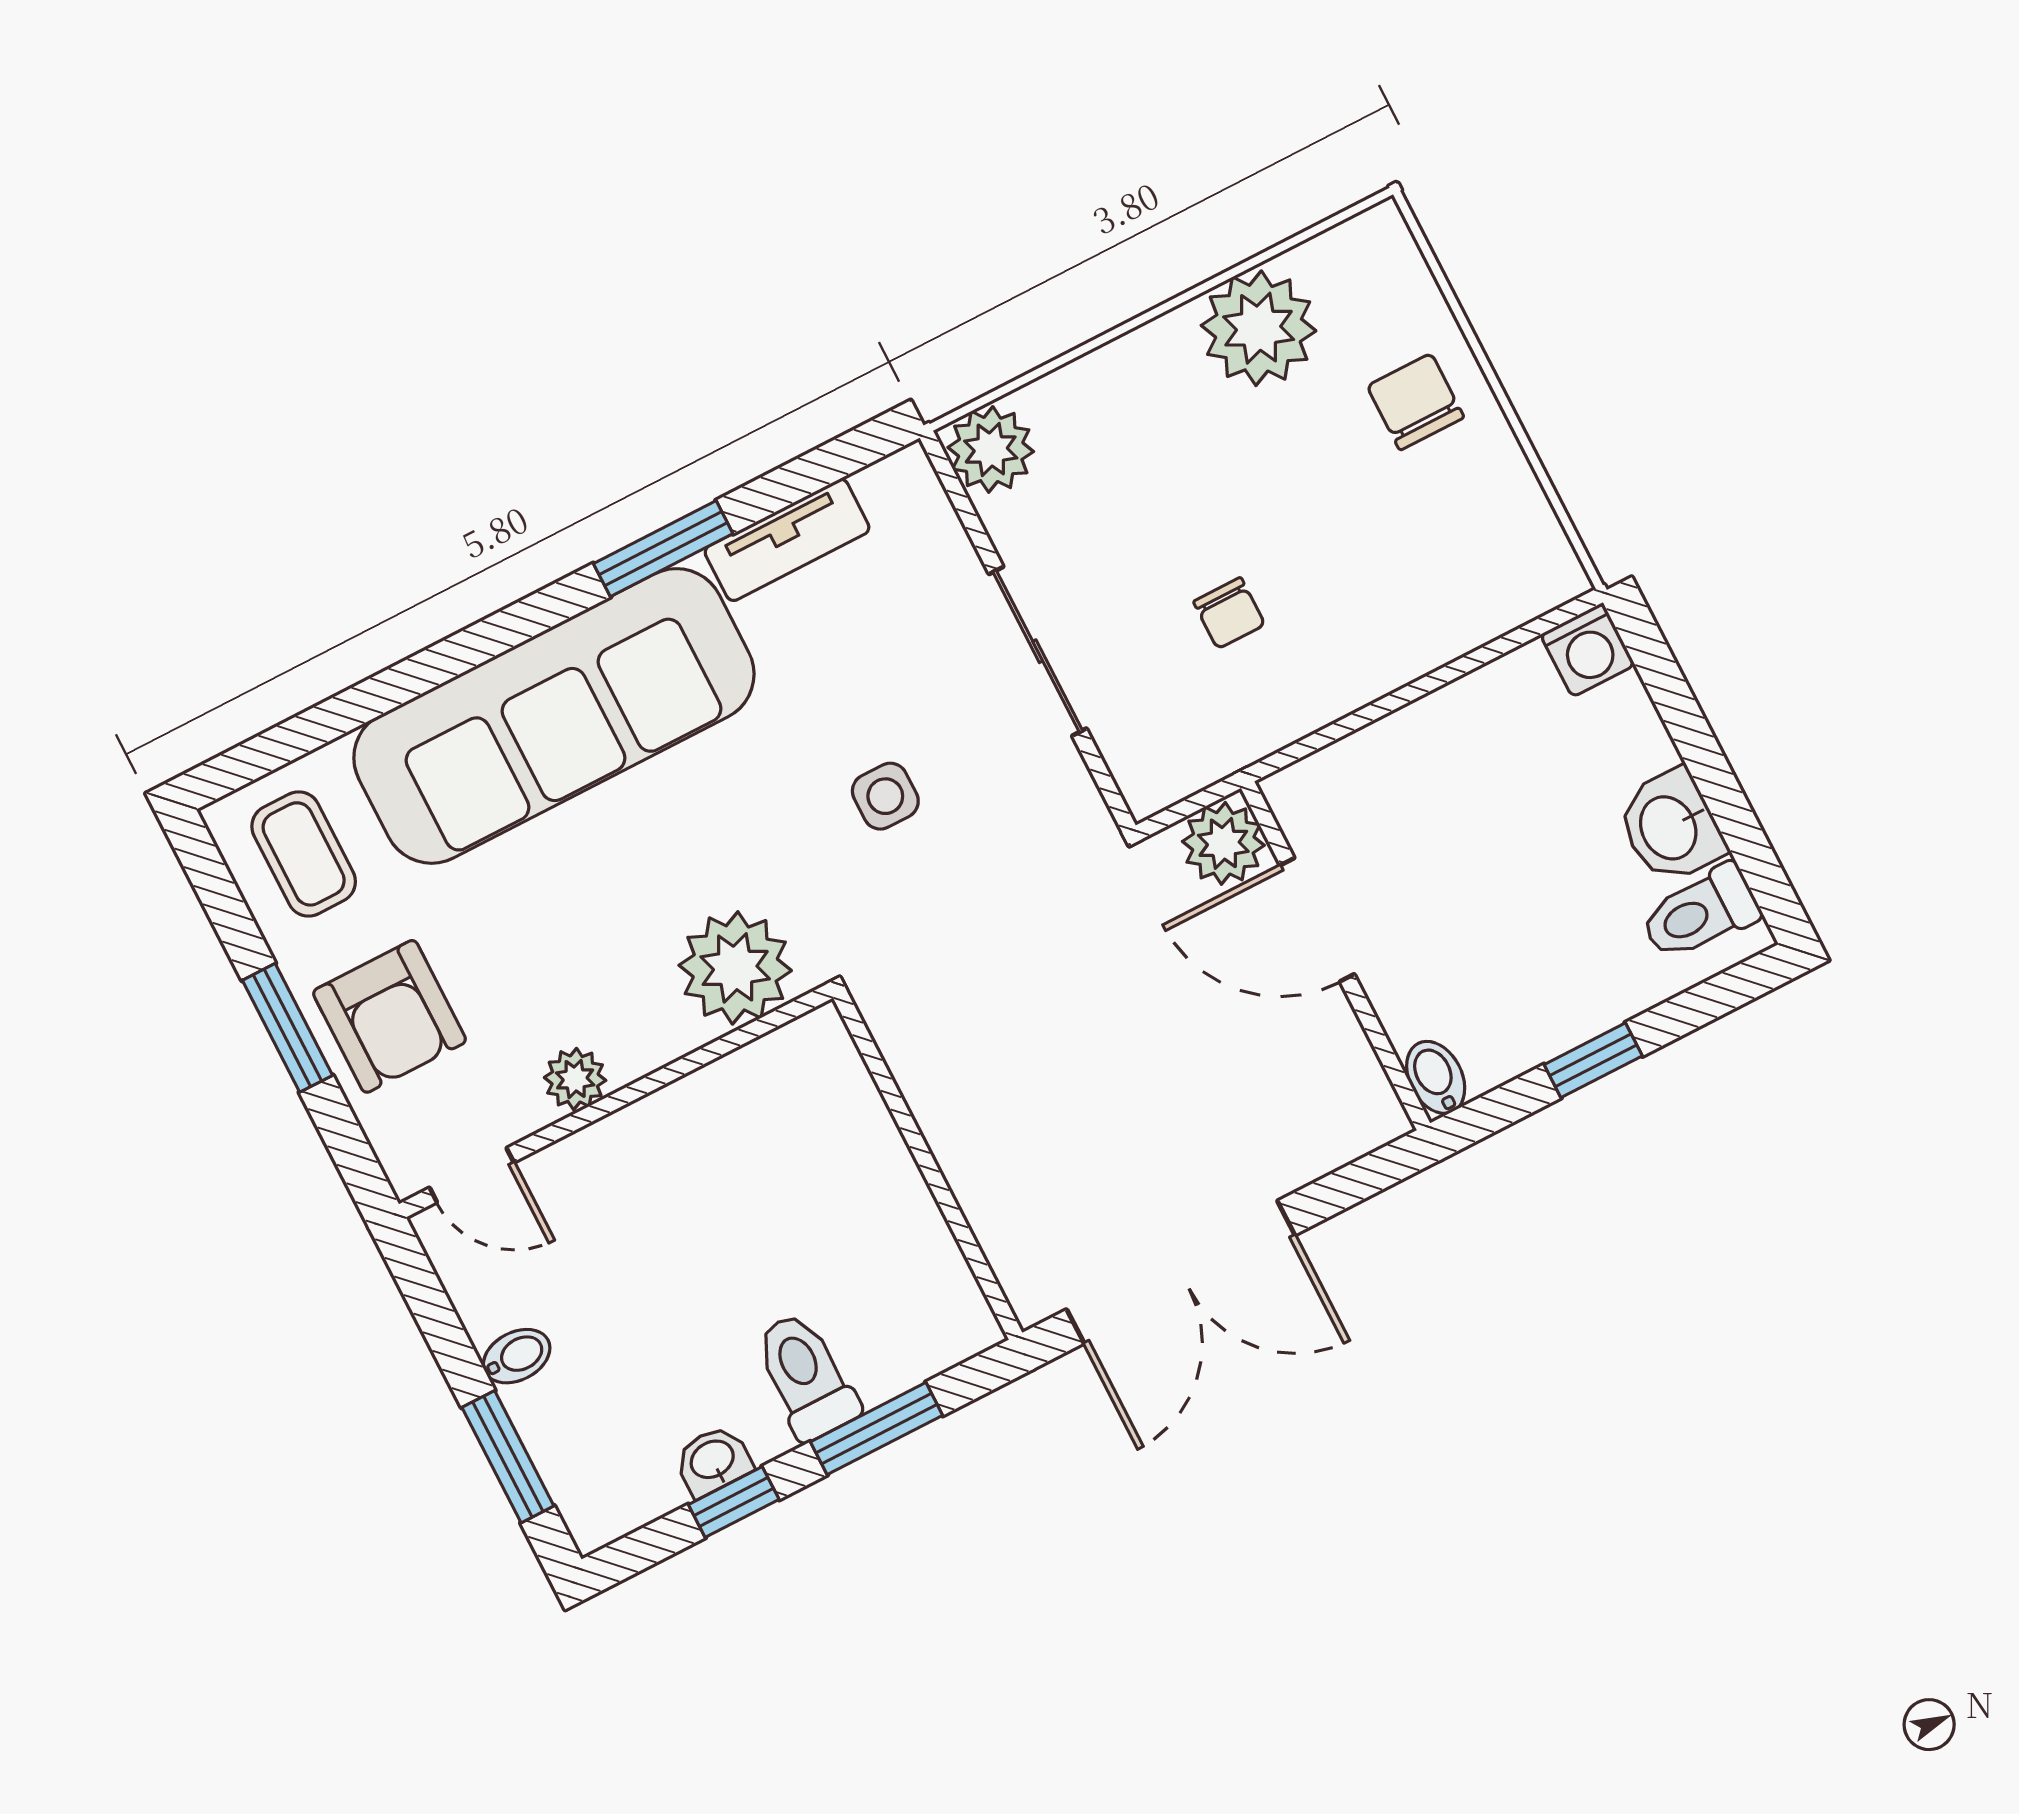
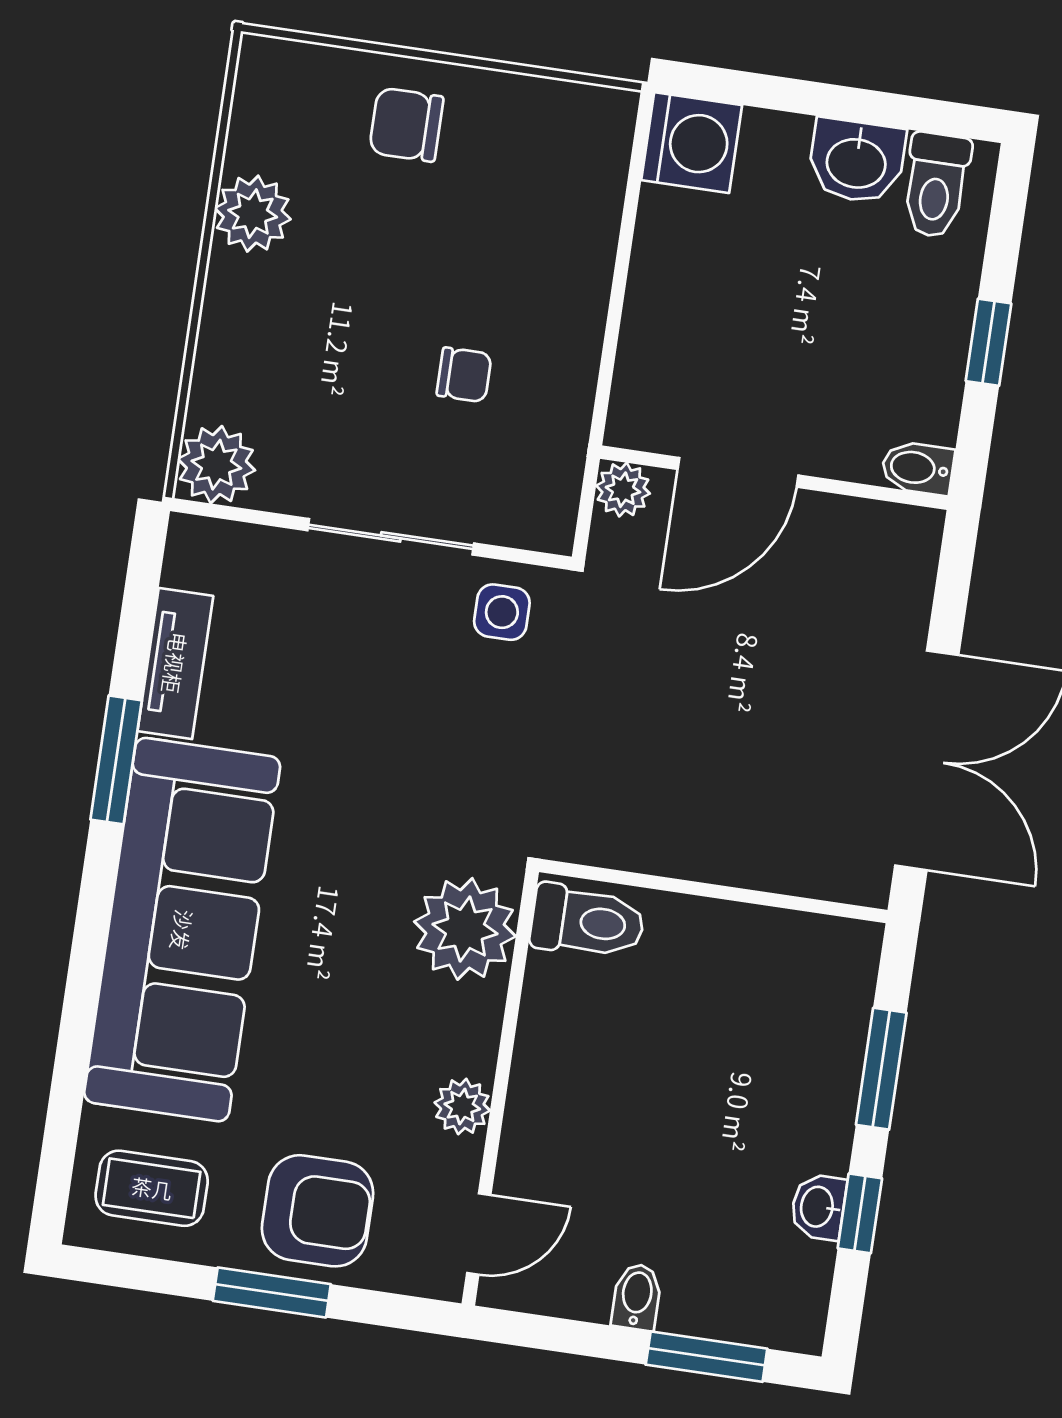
plant: (1259, 328) -> (253, 214), width x0.73, depth x0.73
washing machine: (1588, 650) -> (692, 143), width x1.38, depth x1.38
side table: (885, 796) -> (502, 612), moved
plant: (1223, 843) -> (623, 490), width x0.73, depth x0.73
toilet: (806, 1376) -> (588, 922), moved, turned 180

